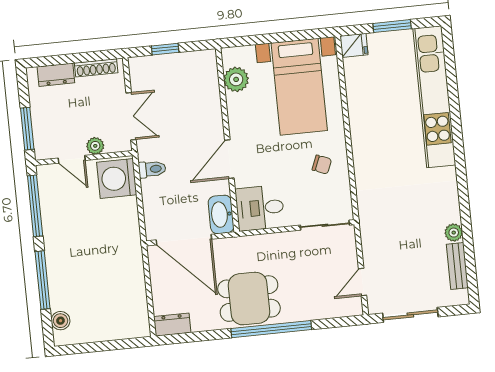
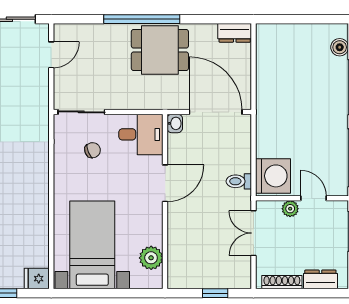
chair: (322, 165) -> (93, 150), moved, turned 137
washbasin: (221, 214) -> (175, 123), width x0.52, depth x0.69

